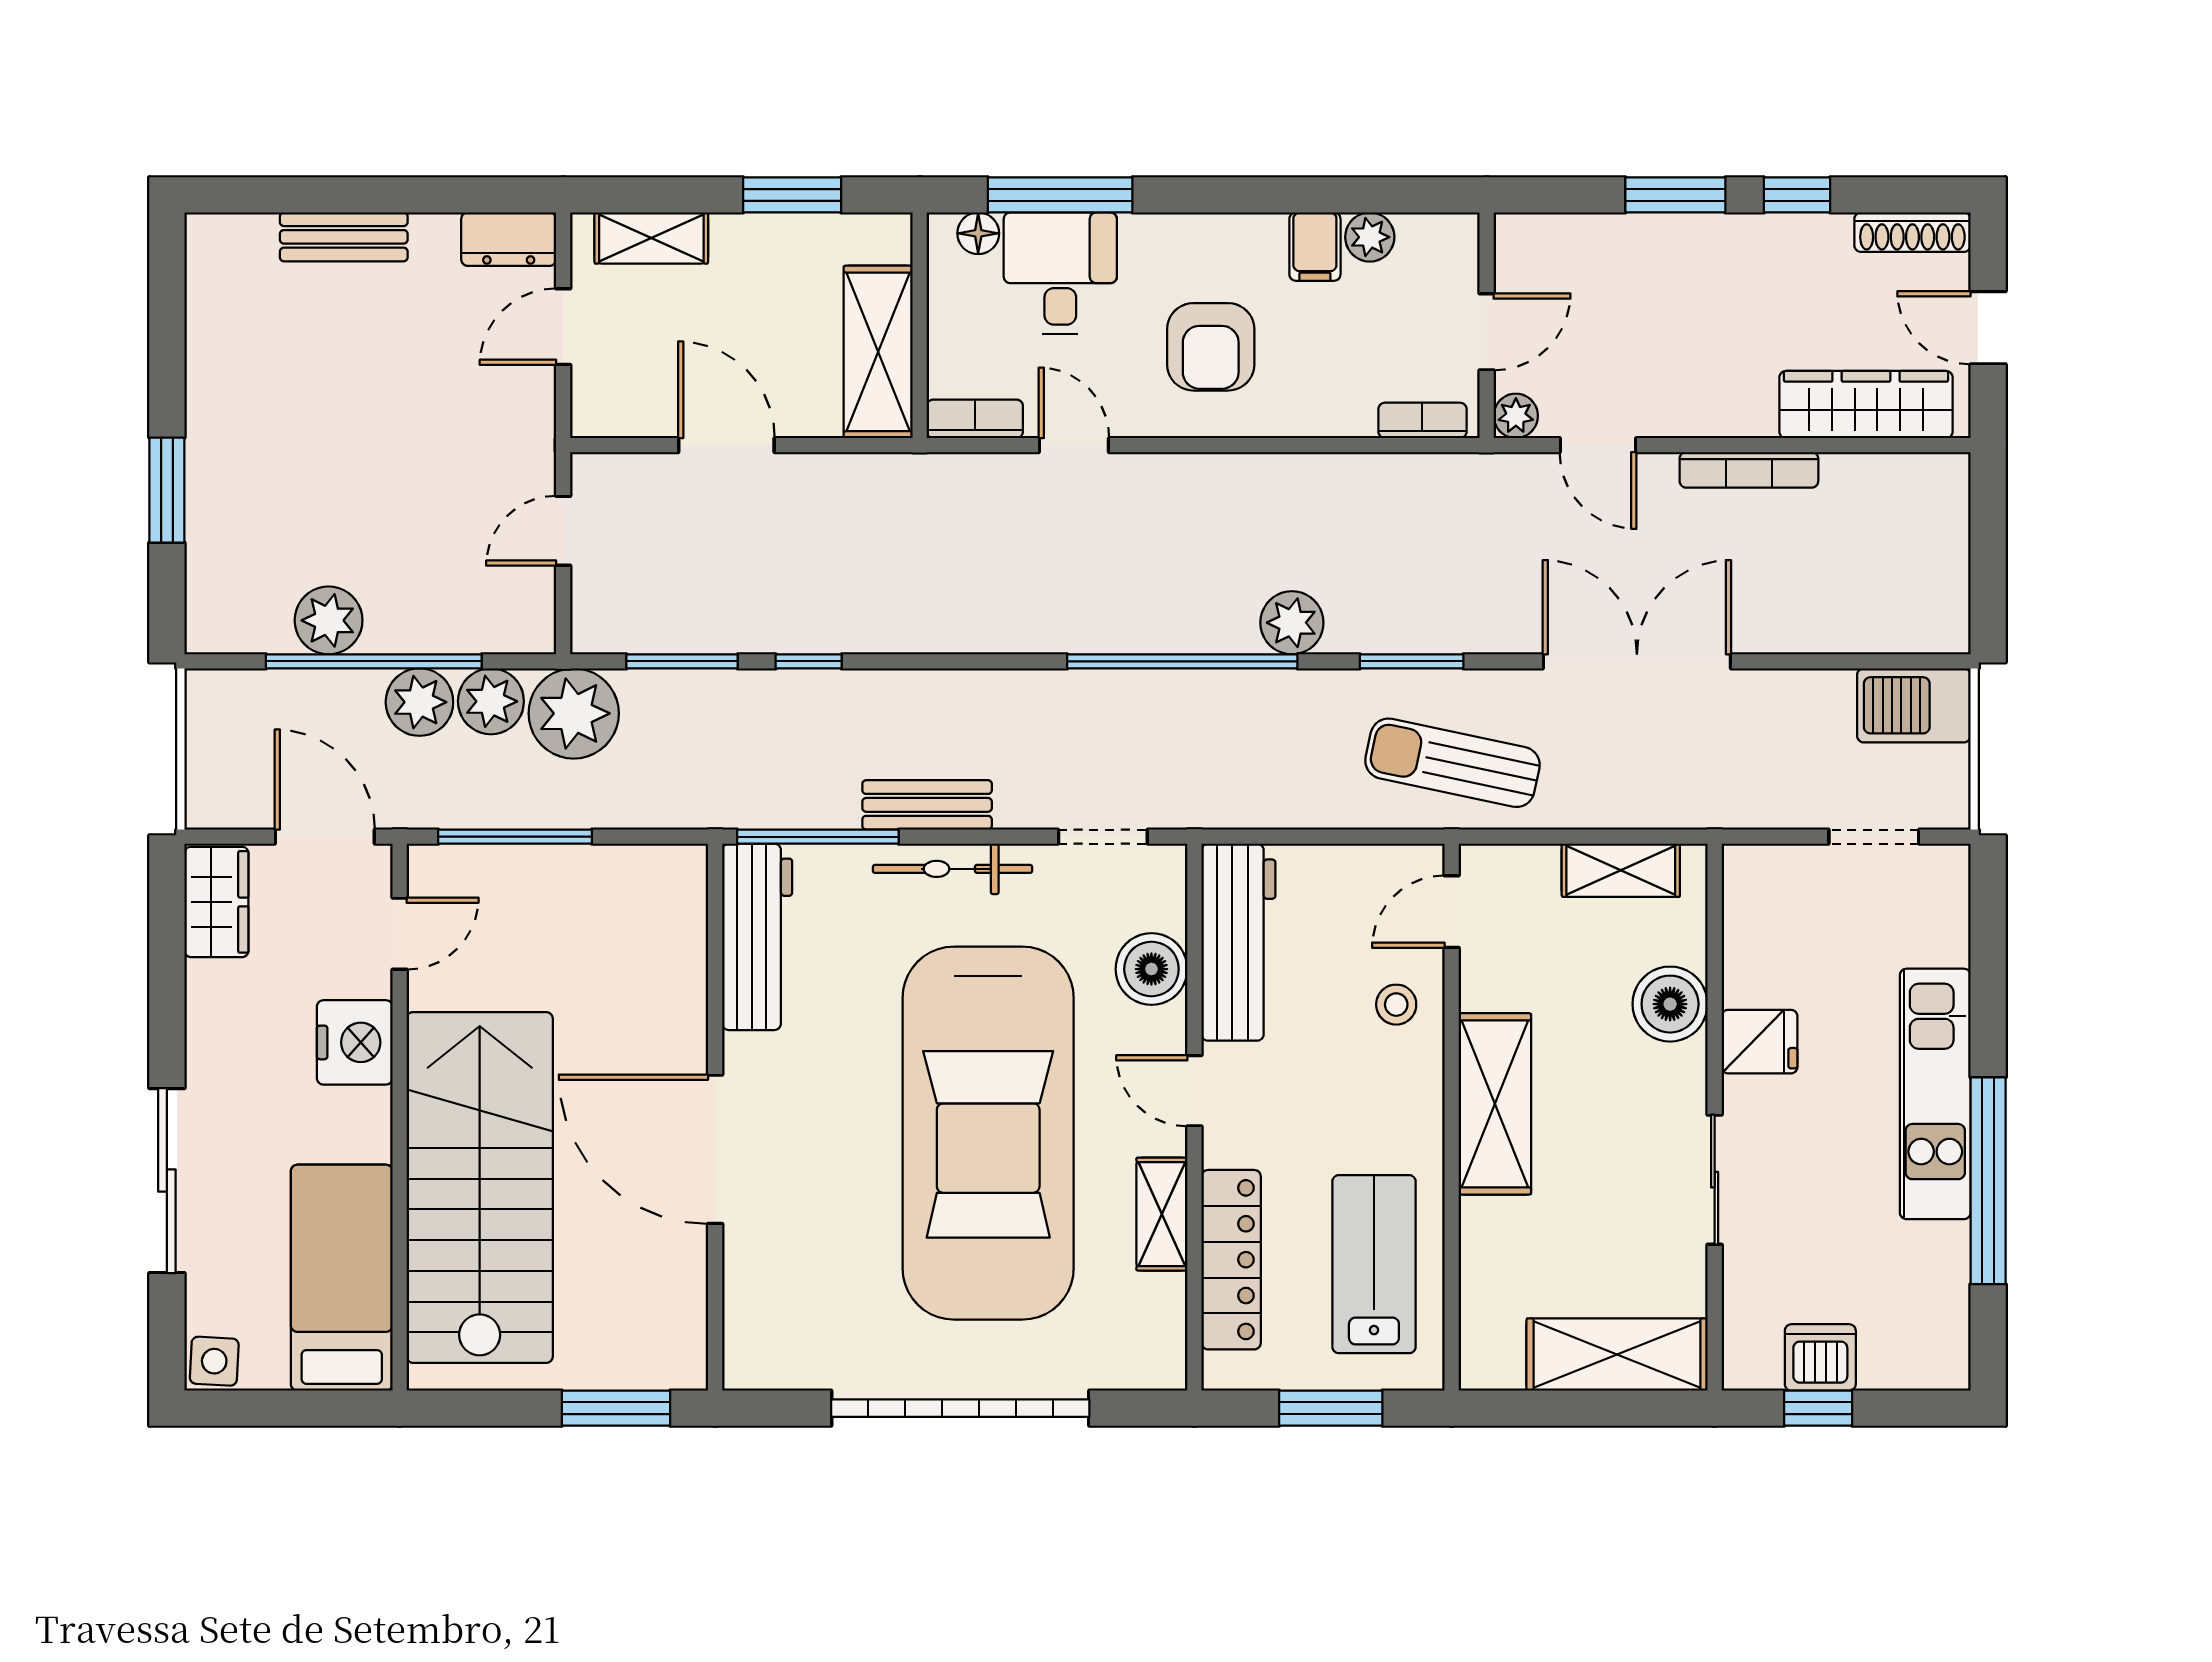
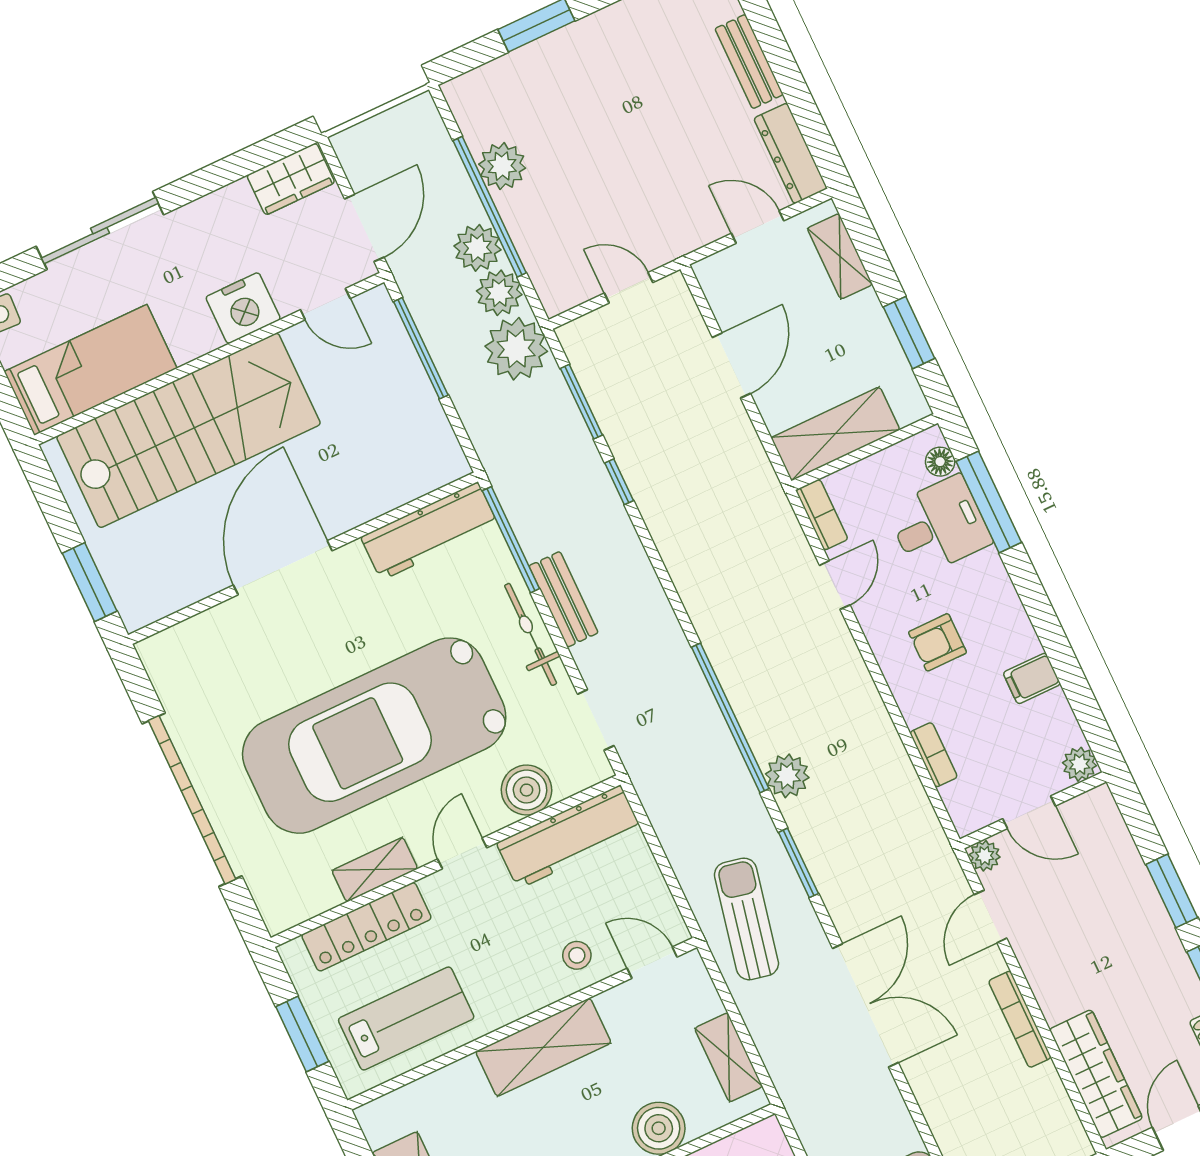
plant: (1370, 237) -> (1080, 764), moved
dresser: (509, 239) -> (791, 153), width x1.44
armchair: (1211, 347) -> (937, 642), width x0.72, depth x0.72
bookcase: (1422, 420) -> (934, 755), moved

